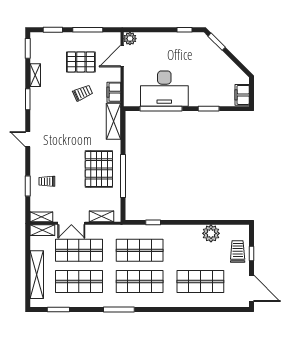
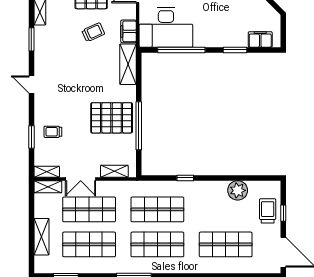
desk: (164, 89) -> (166, 27), moved
filing cabinet: (242, 95) -> (260, 39), moved, turned 90
pallet: (99, 169) -> (112, 118), turned 90
window: (153, 222) -> (185, 178), moved
shelving: (37, 275) -> (42, 237), width x0.68

